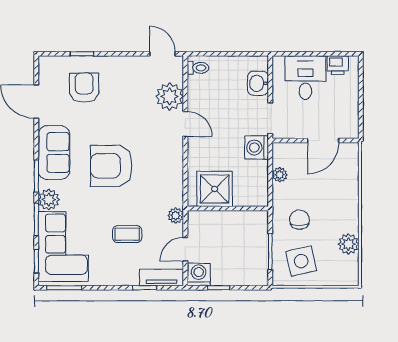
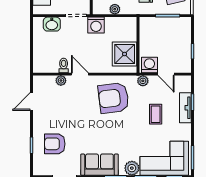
door: (162, 54) -> (31, 101), moved
toilet: (198, 68) -> (64, 65), moved
plant: (170, 97) -> (61, 81), width x0.53, depth x0.53
door: (185, 124) -> (80, 74), hinge flipped
armchair: (111, 166) -> (114, 98), moved, turned 83
washing machine: (199, 274) -> (149, 65), moved, turned 90
tv unit: (161, 277) -> (185, 108), moved

